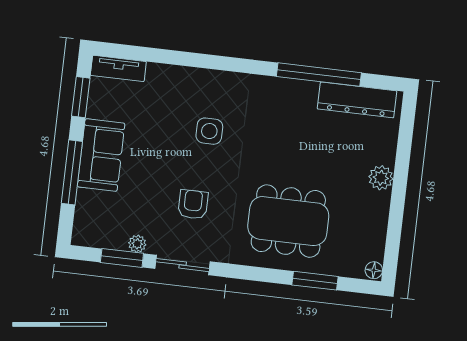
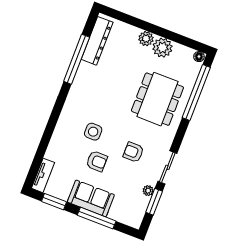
armchair: (163, 149) -> (97, 161), added
plant: (373, 208) -> (162, 48), added
window: (315, 281) -> (196, 92), width x2.11

